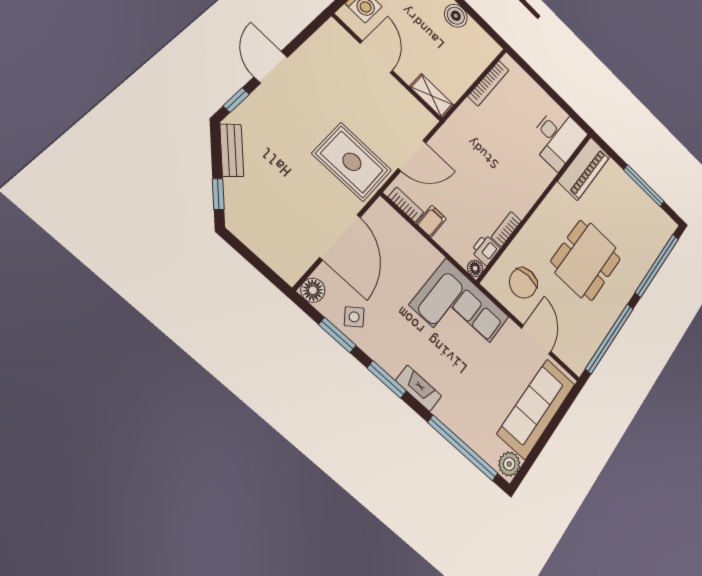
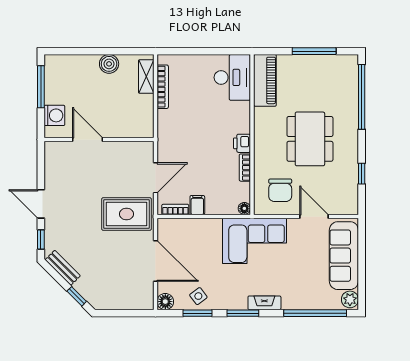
shelving: (432, 96) -> (146, 76), moved, turned 90
printer: (486, 250) -> (242, 143), moved
window: (610, 338) -> (362, 174), width x0.32

